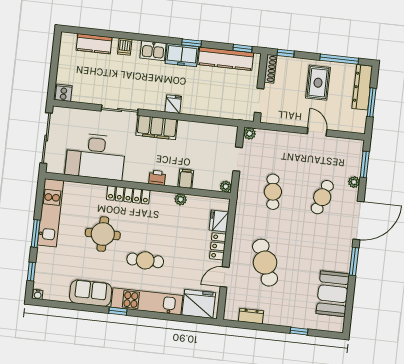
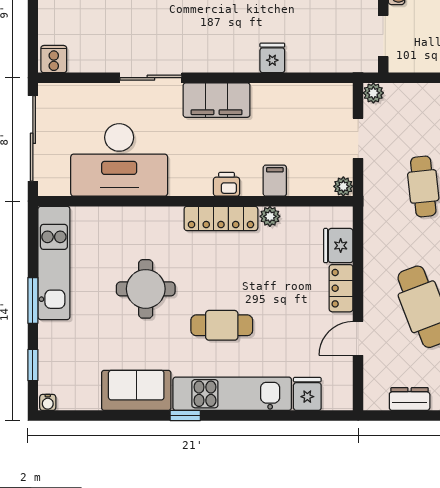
fridge: (173, 104) -> (272, 58), moved
locker: (128, 195) -> (221, 218), moved
fridge: (199, 304) -> (307, 394), width x0.53, depth x0.75

